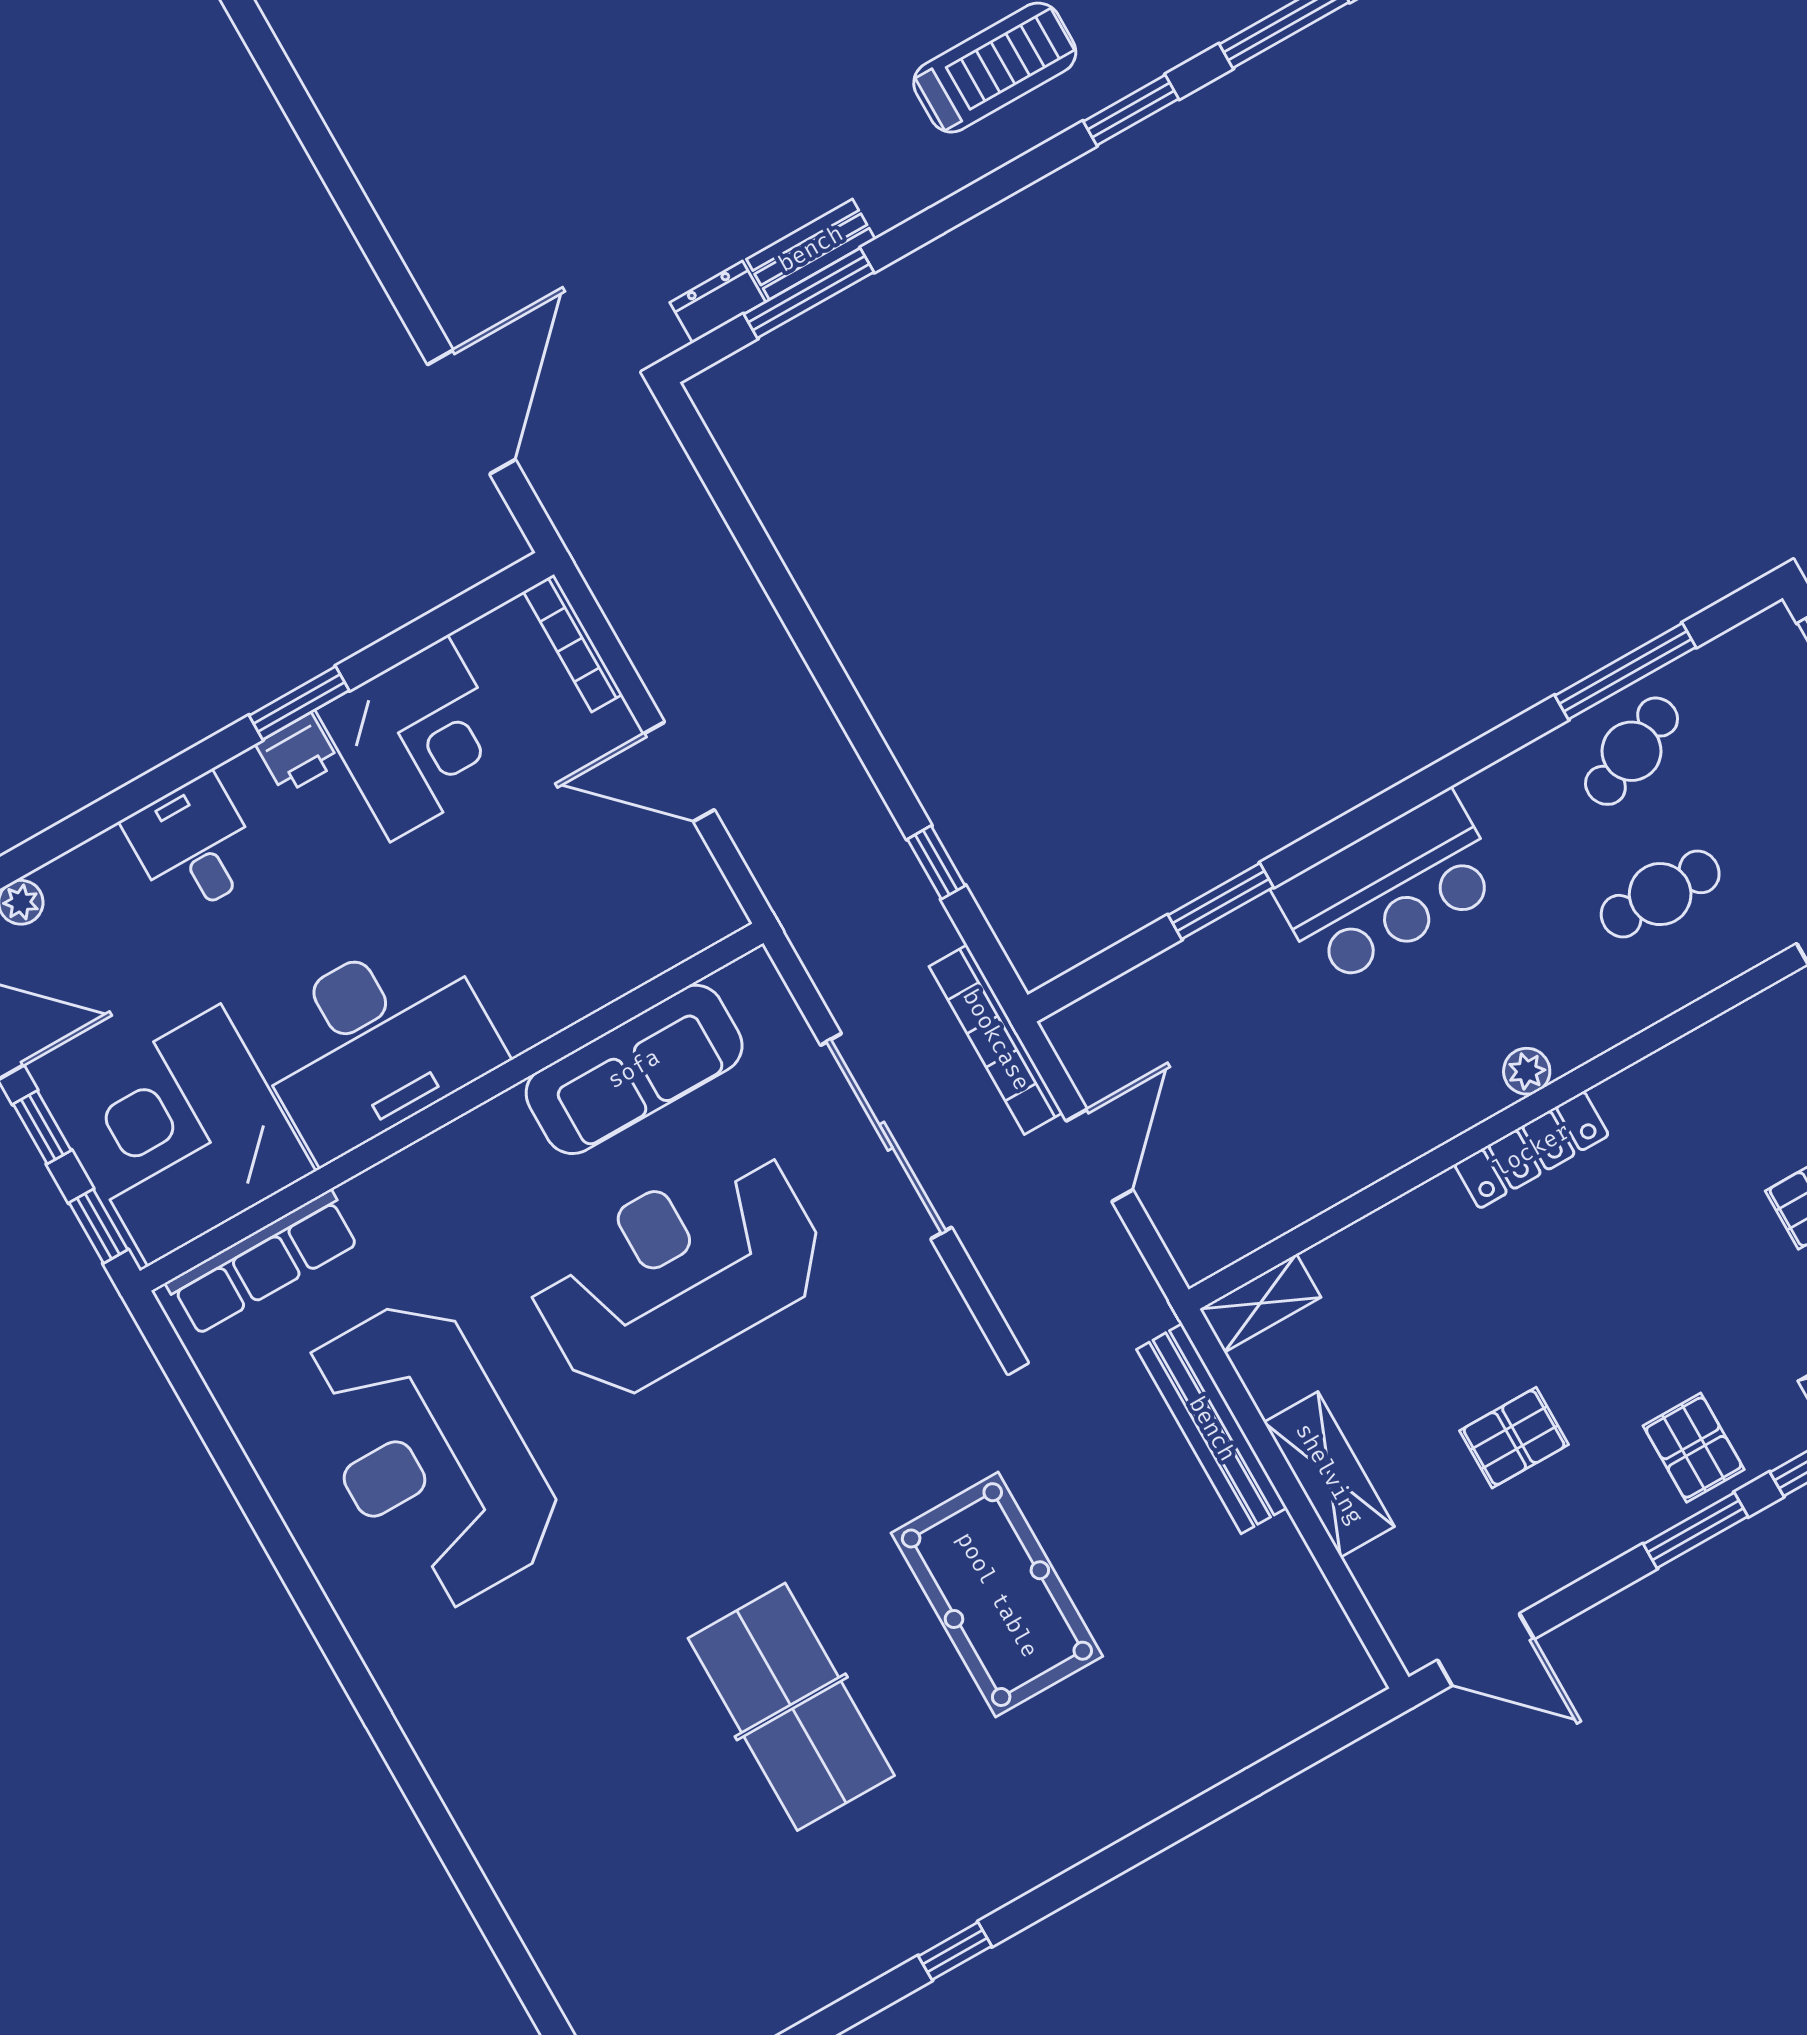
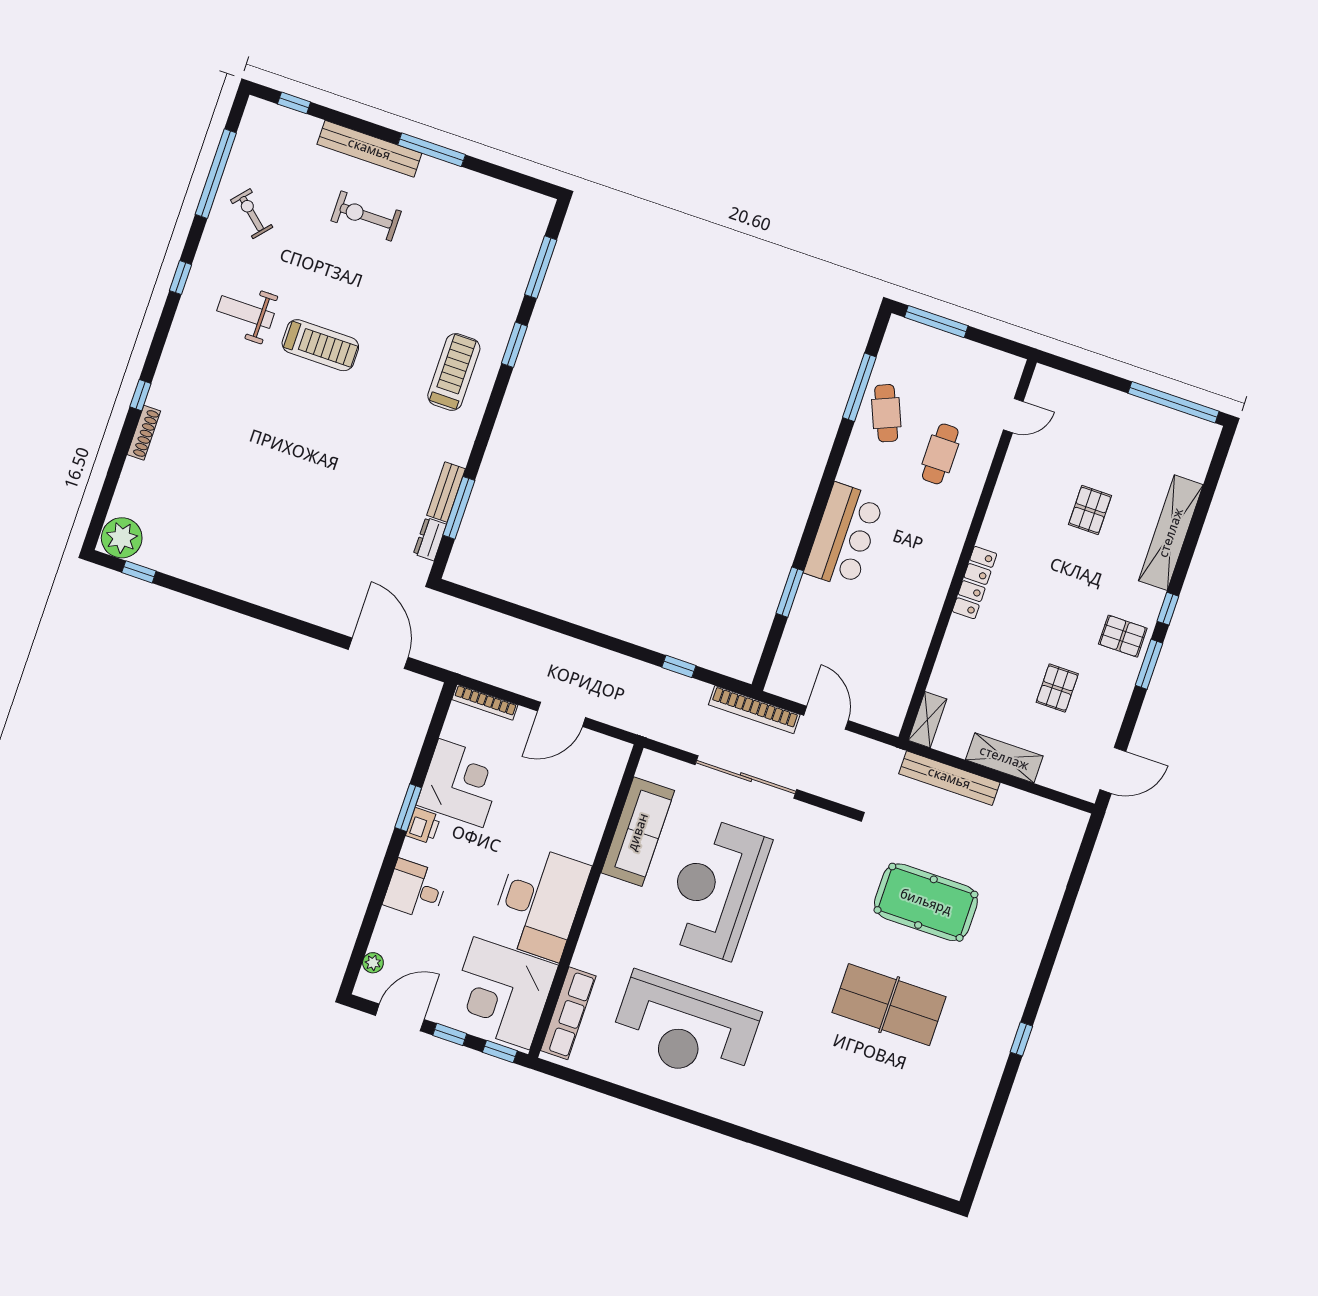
plant: (1527, 1071) -> (949, 557), removed

